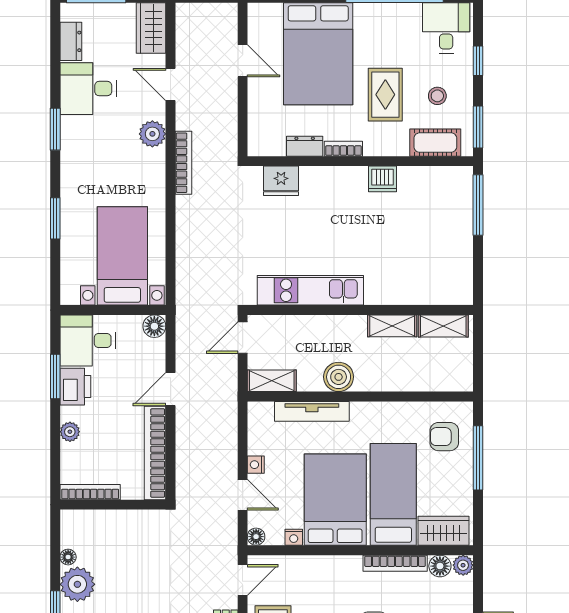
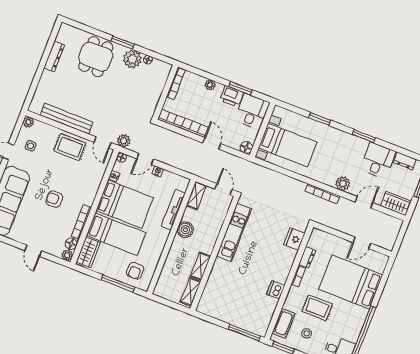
armchair: (444, 437) -> (135, 271), turned 180
plant: (225, 544) -> (124, 141), added

